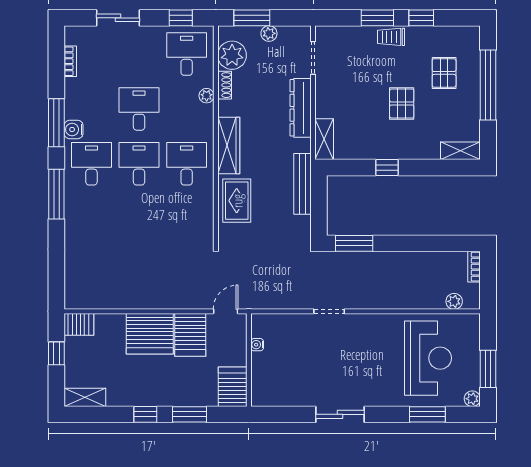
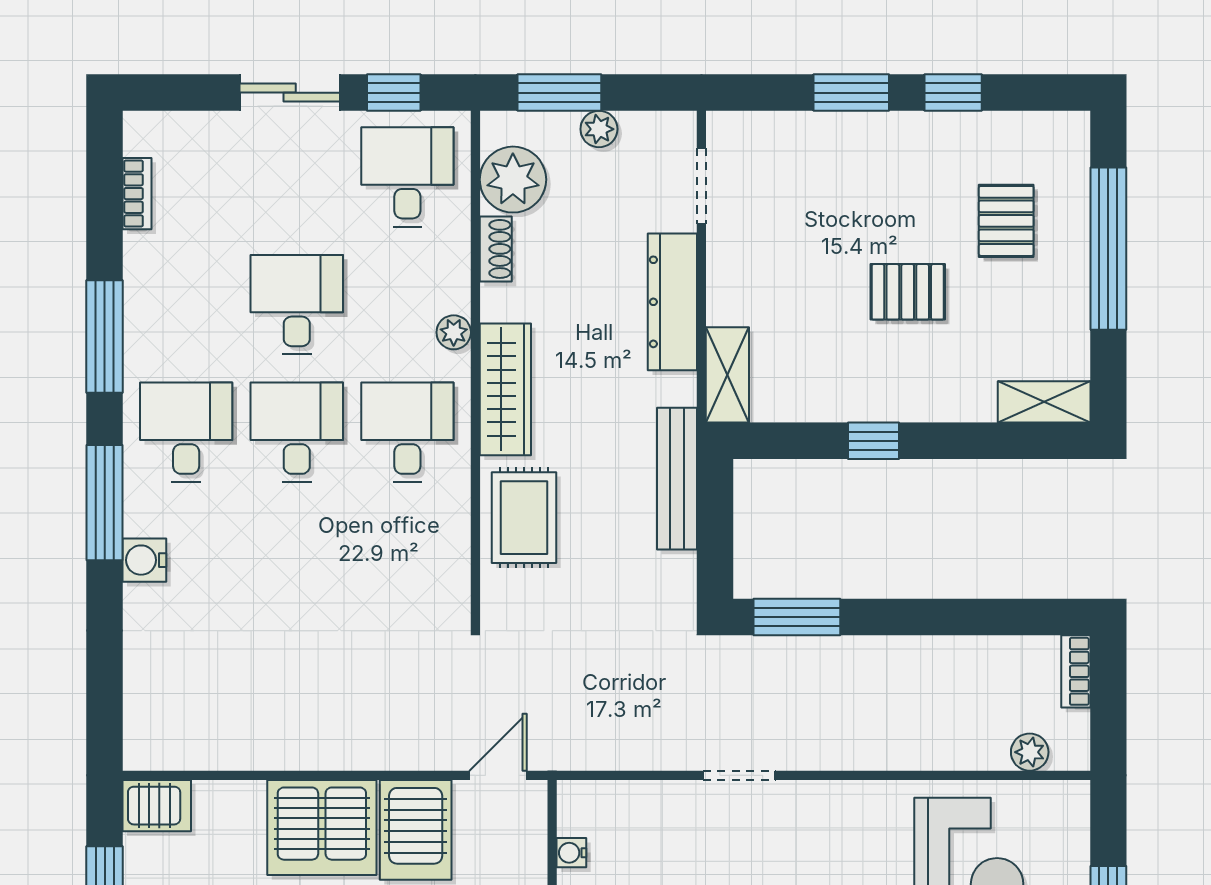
sliding door: (118, 18) -> (290, 93), moved
trolley: (391, 37) -> (883, 137), removed
plant: (207, 96) -> (454, 332), moved
pallet: (402, 104) -> (908, 292), turned 90
water cooler: (74, 129) -> (144, 560), moved

